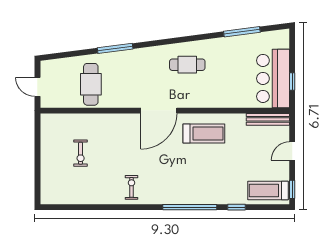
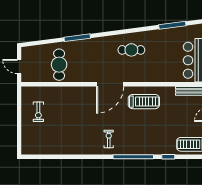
exercise bike: (81, 153) -> (38, 112), moved
exercise bike: (131, 187) -> (109, 139), moved

